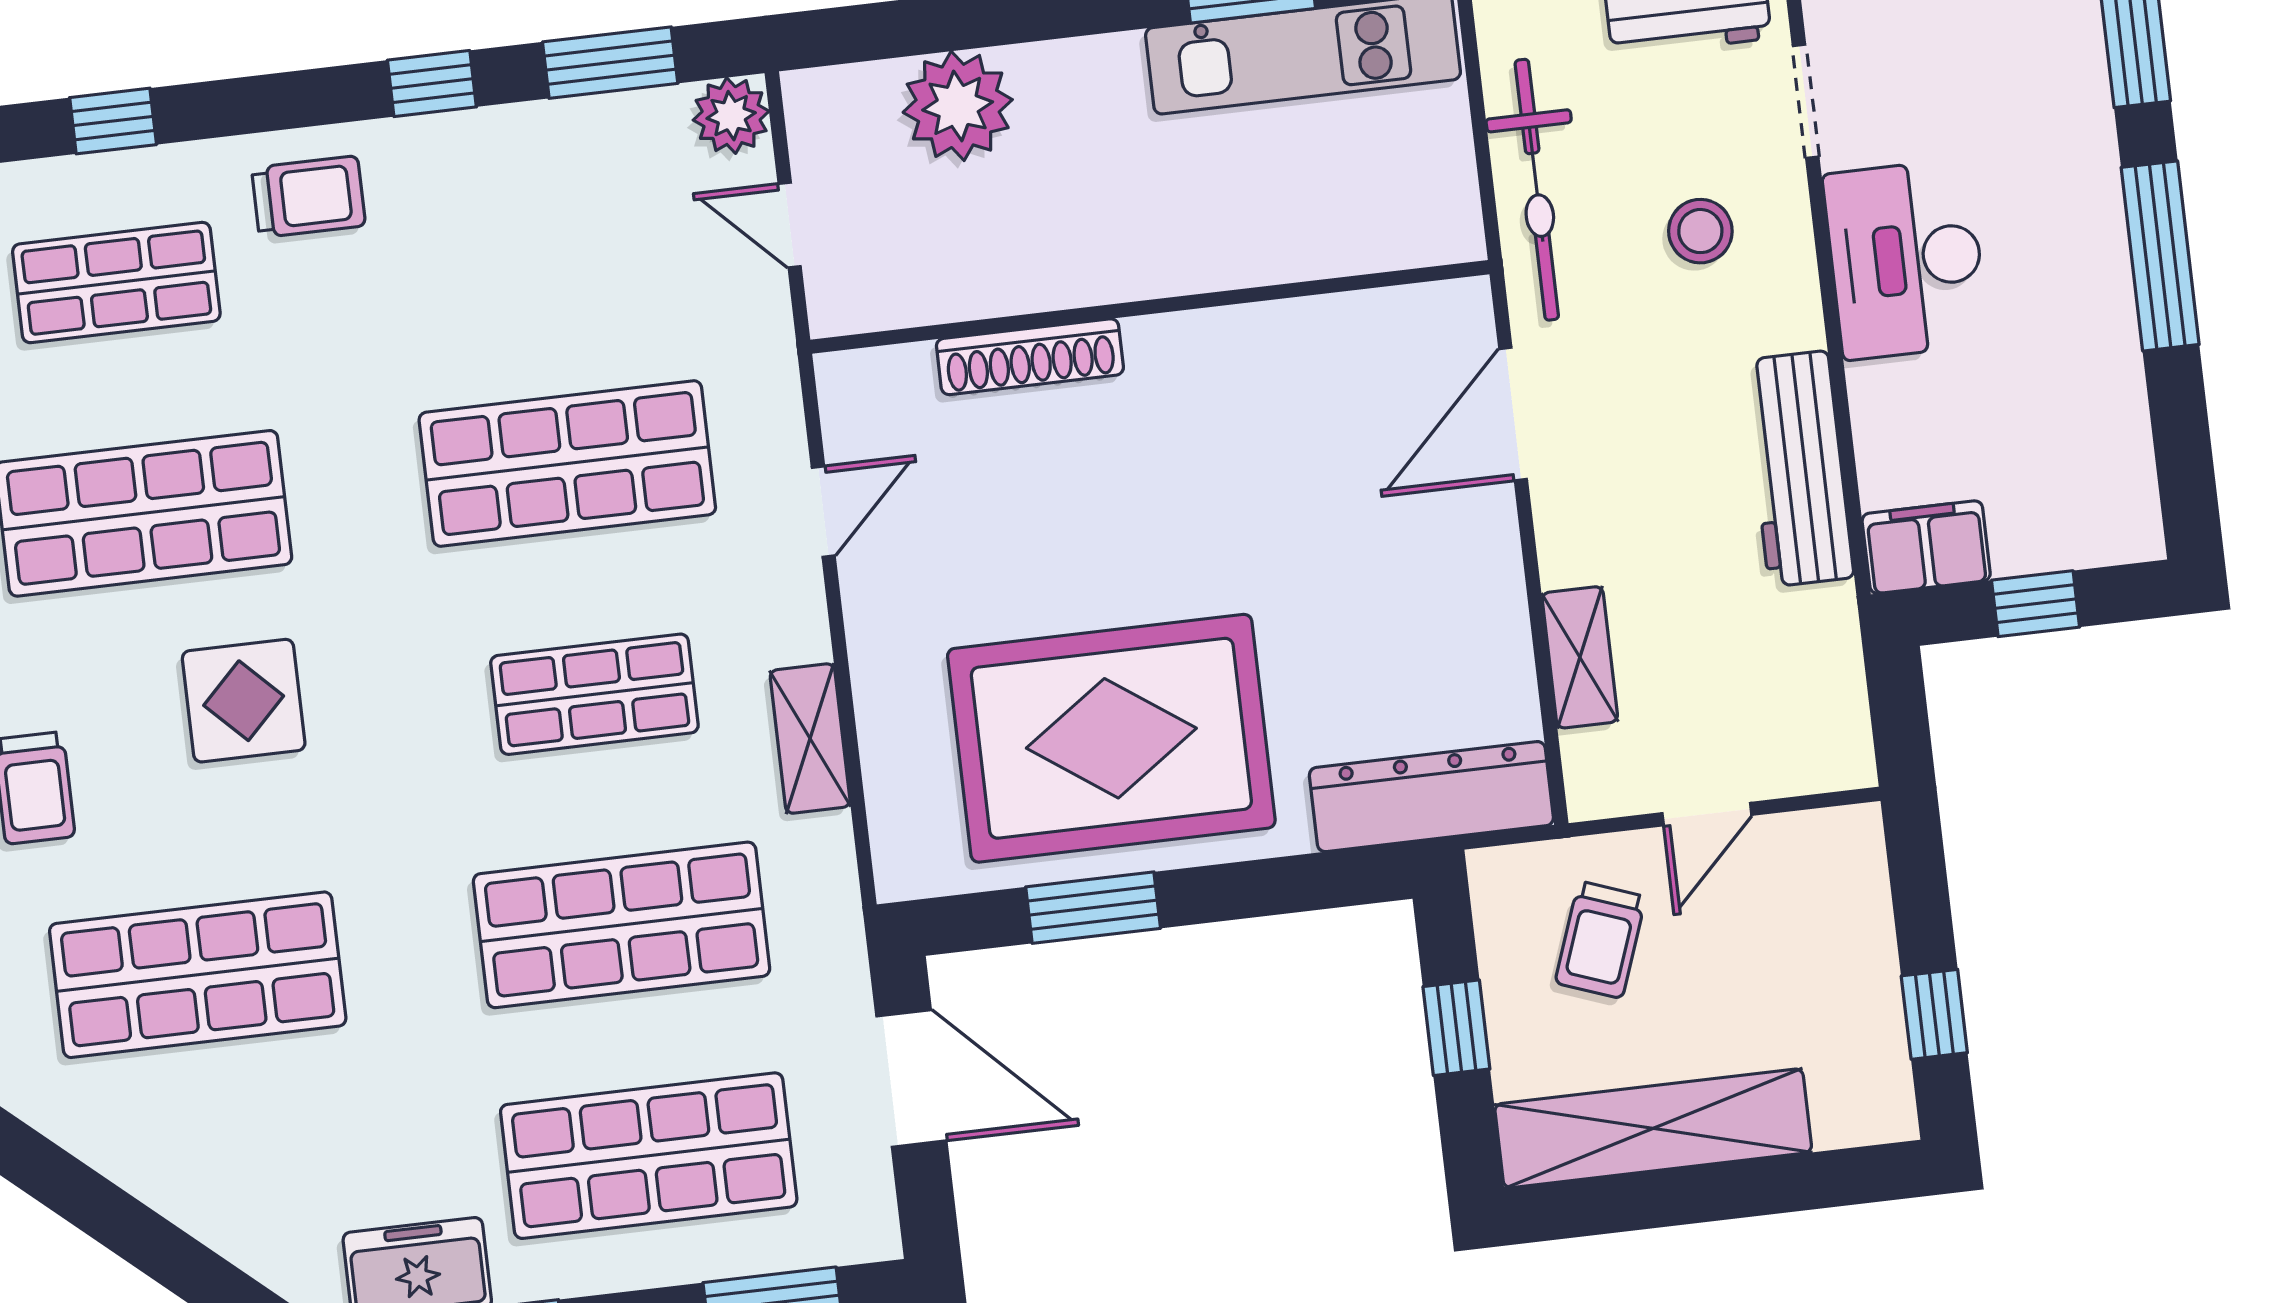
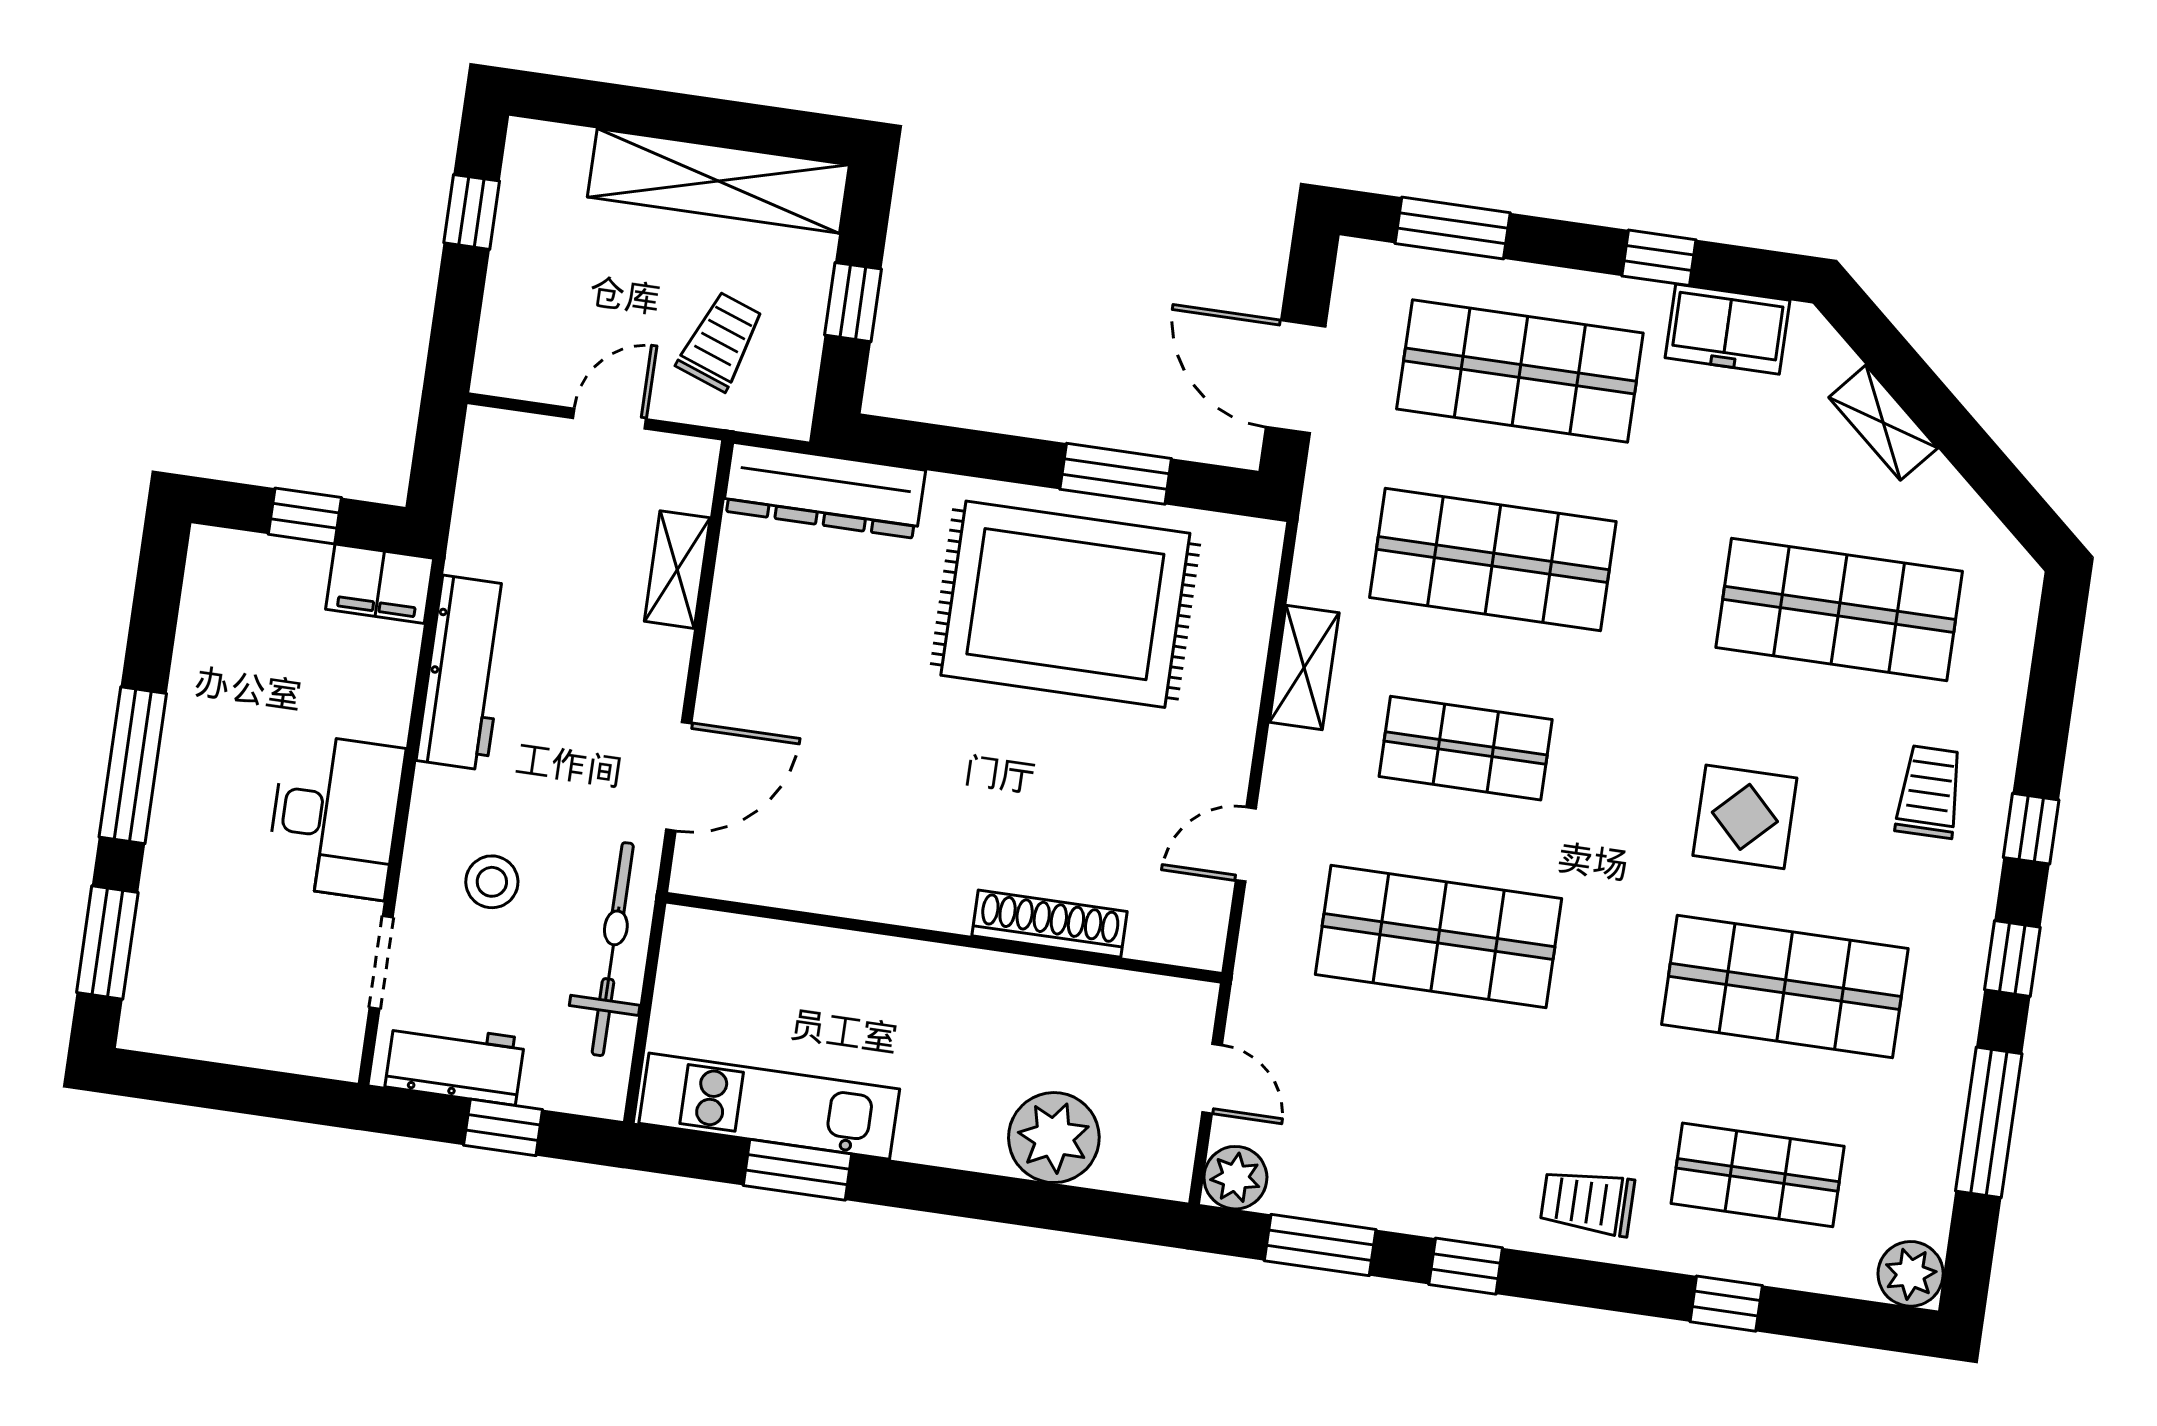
shelving: (204, 1209) -> (1883, 423), added

